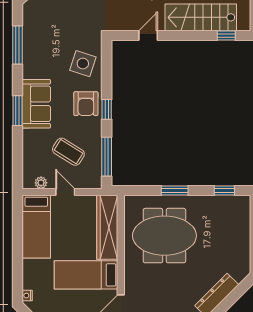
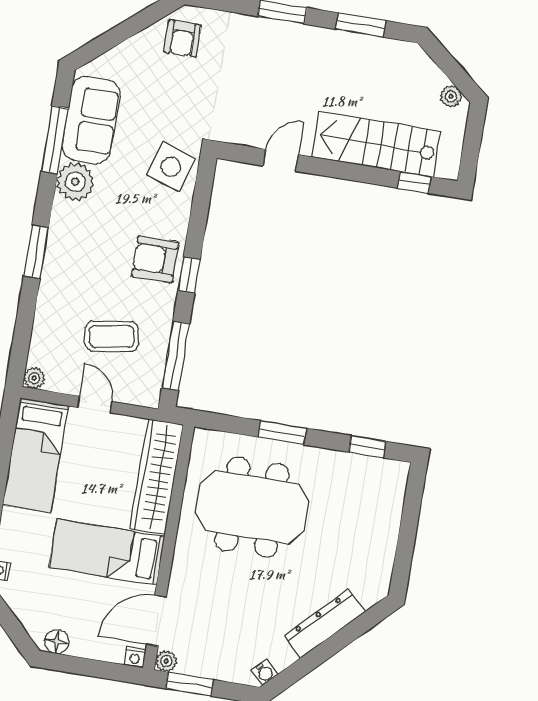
side table: (83, 64) -> (171, 167), moved
plant: (33, 67) -> (75, 182), added
sofa: (36, 104) -> (91, 120), moved
armchair: (86, 104) -> (155, 259), turned 90
coffee table: (68, 152) -> (112, 336), turned -41
plant: (41, 183) -> (34, 378), moved

